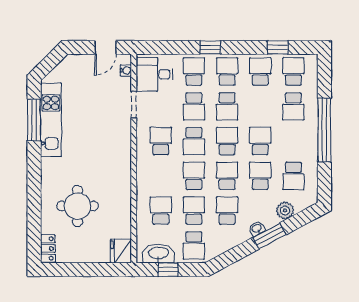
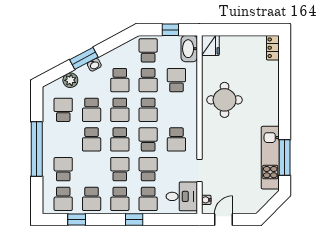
round table: (78, 206) -> (225, 100), moved
school desk: (161, 211) -> (176, 80), turned 180
washbasin: (158, 254) -> (189, 49), moved, turned 90

